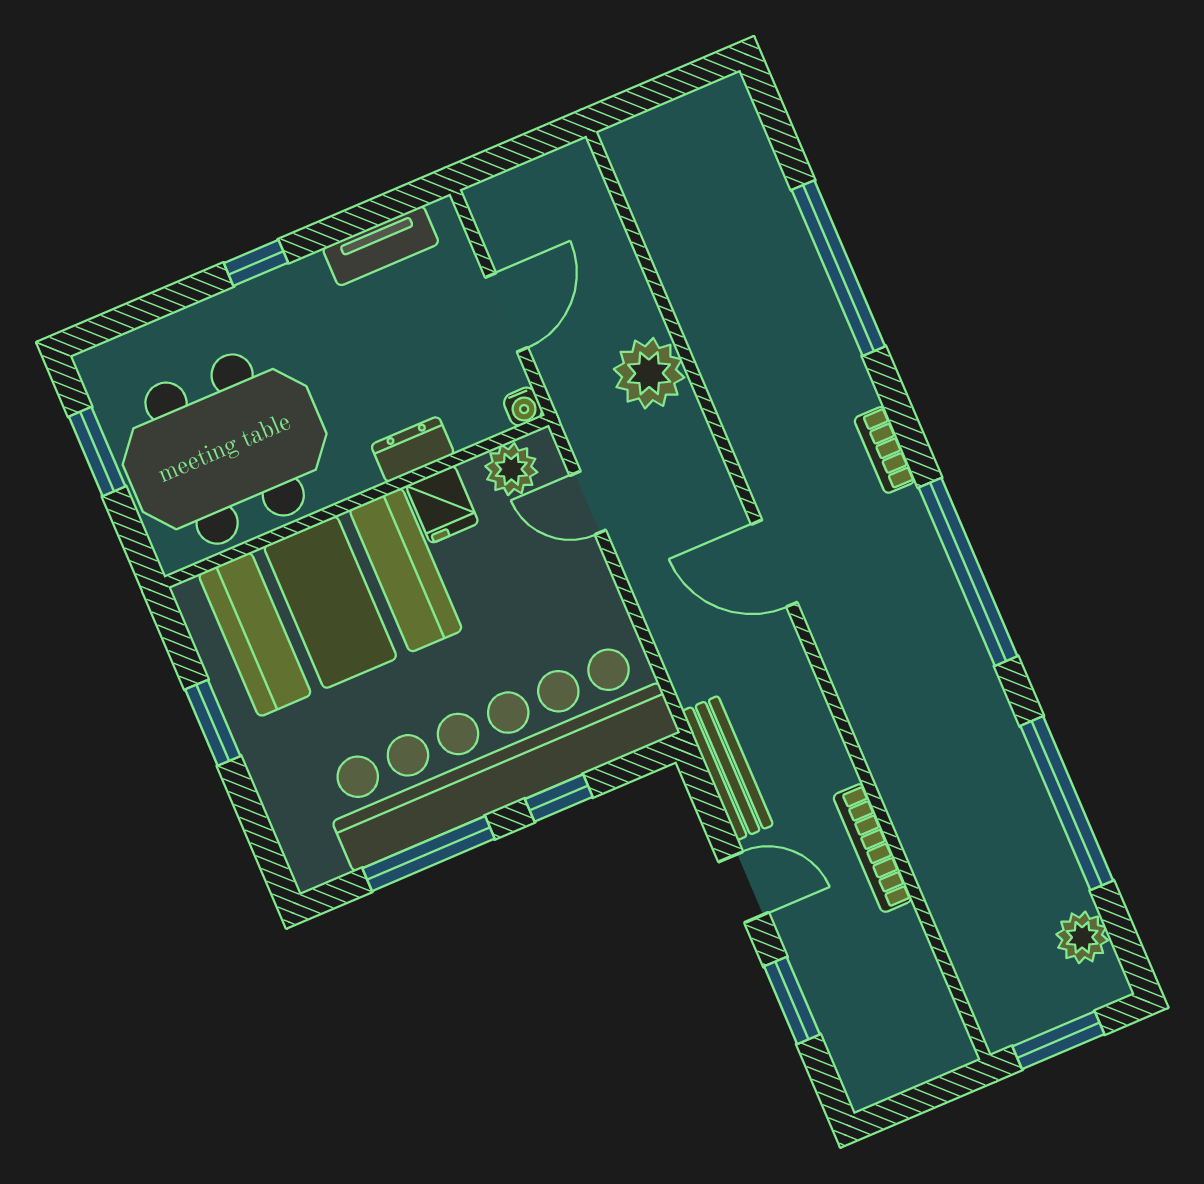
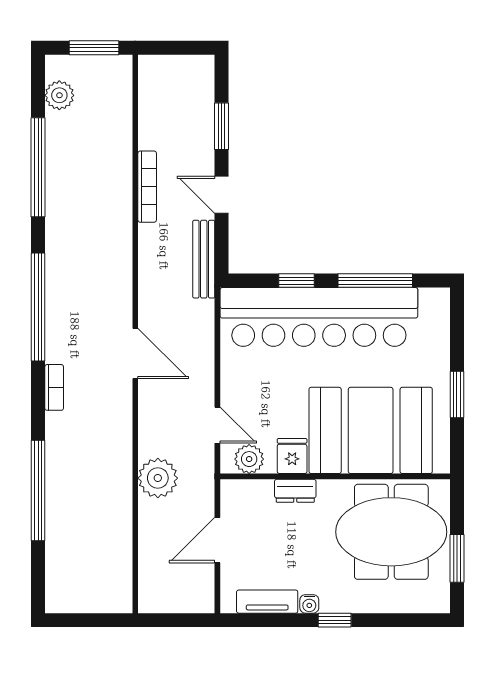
water cooler: (523, 407) -> (309, 604), moved, turned 180

